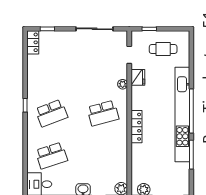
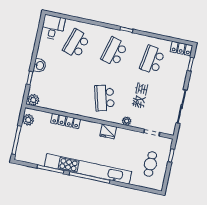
school desk: (51, 71) -> (152, 60), added
fridge: (138, 77) -> (108, 131), moved
school desk: (51, 113) -> (114, 52), turned 36
locker: (136, 127) -> (66, 121), moved
school desk: (51, 156) -> (76, 44), turned 36

